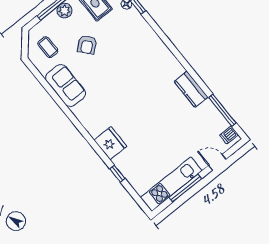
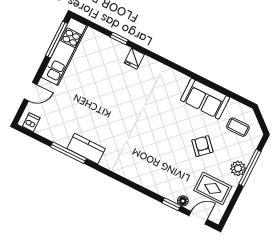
window: (222, 110) -> (68, 153), moved
fridge: (110, 143) -> (134, 59), width x0.53, depth x0.75
window: (185, 188) -> (57, 40), moved

